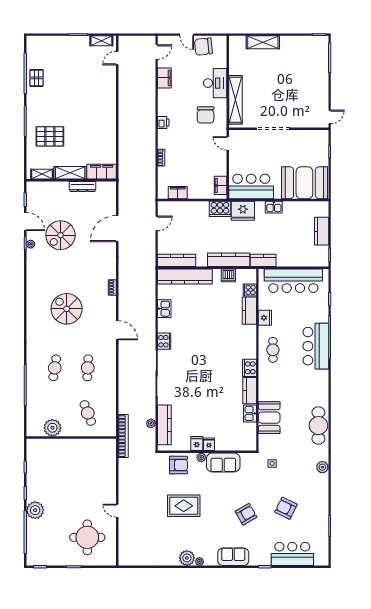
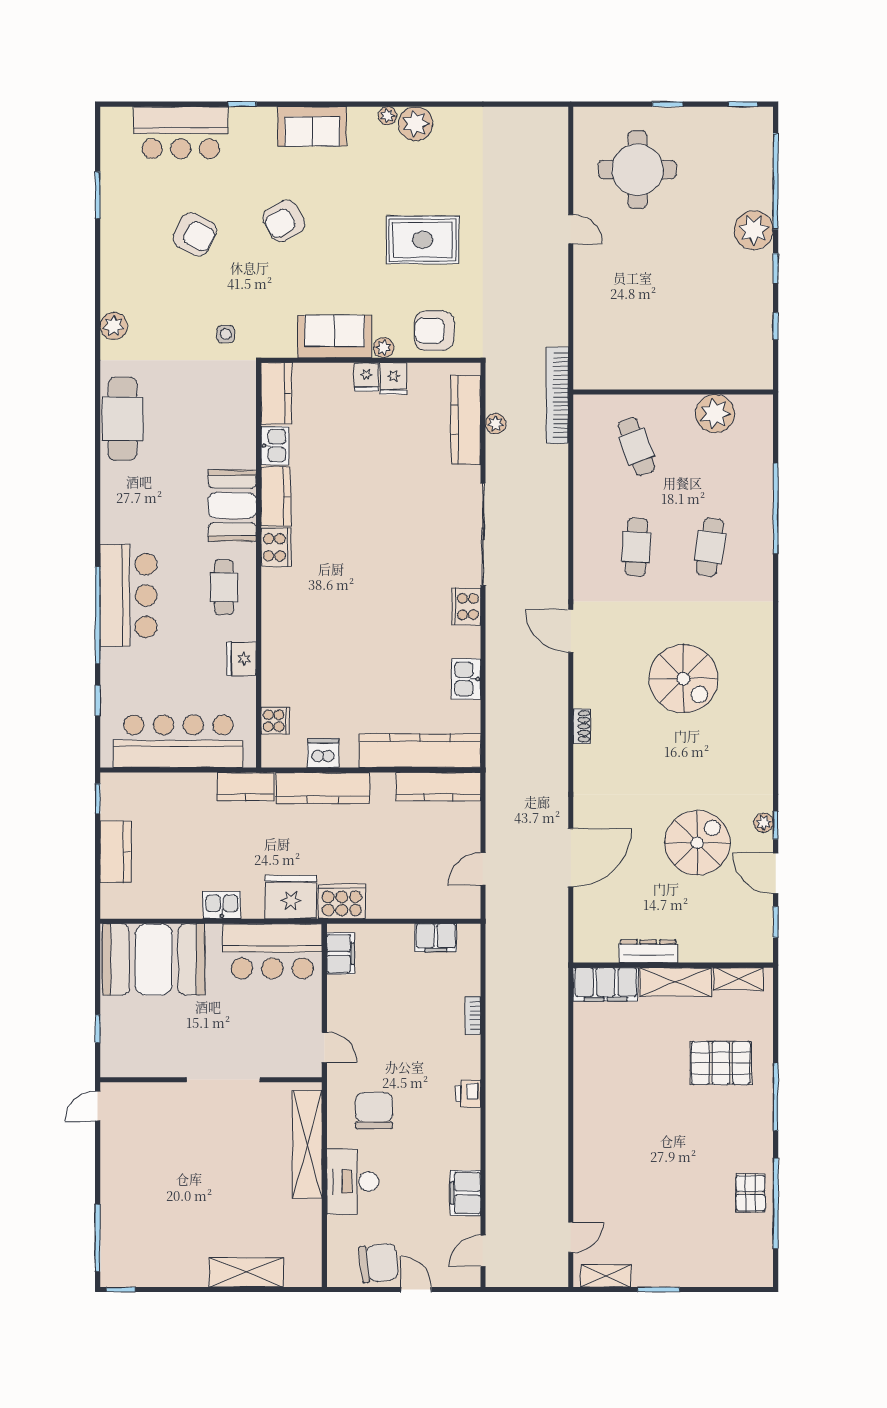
kitchen counter: (249, 311) -> (276, 393), moved
booth: (269, 418) -> (232, 505), moved

